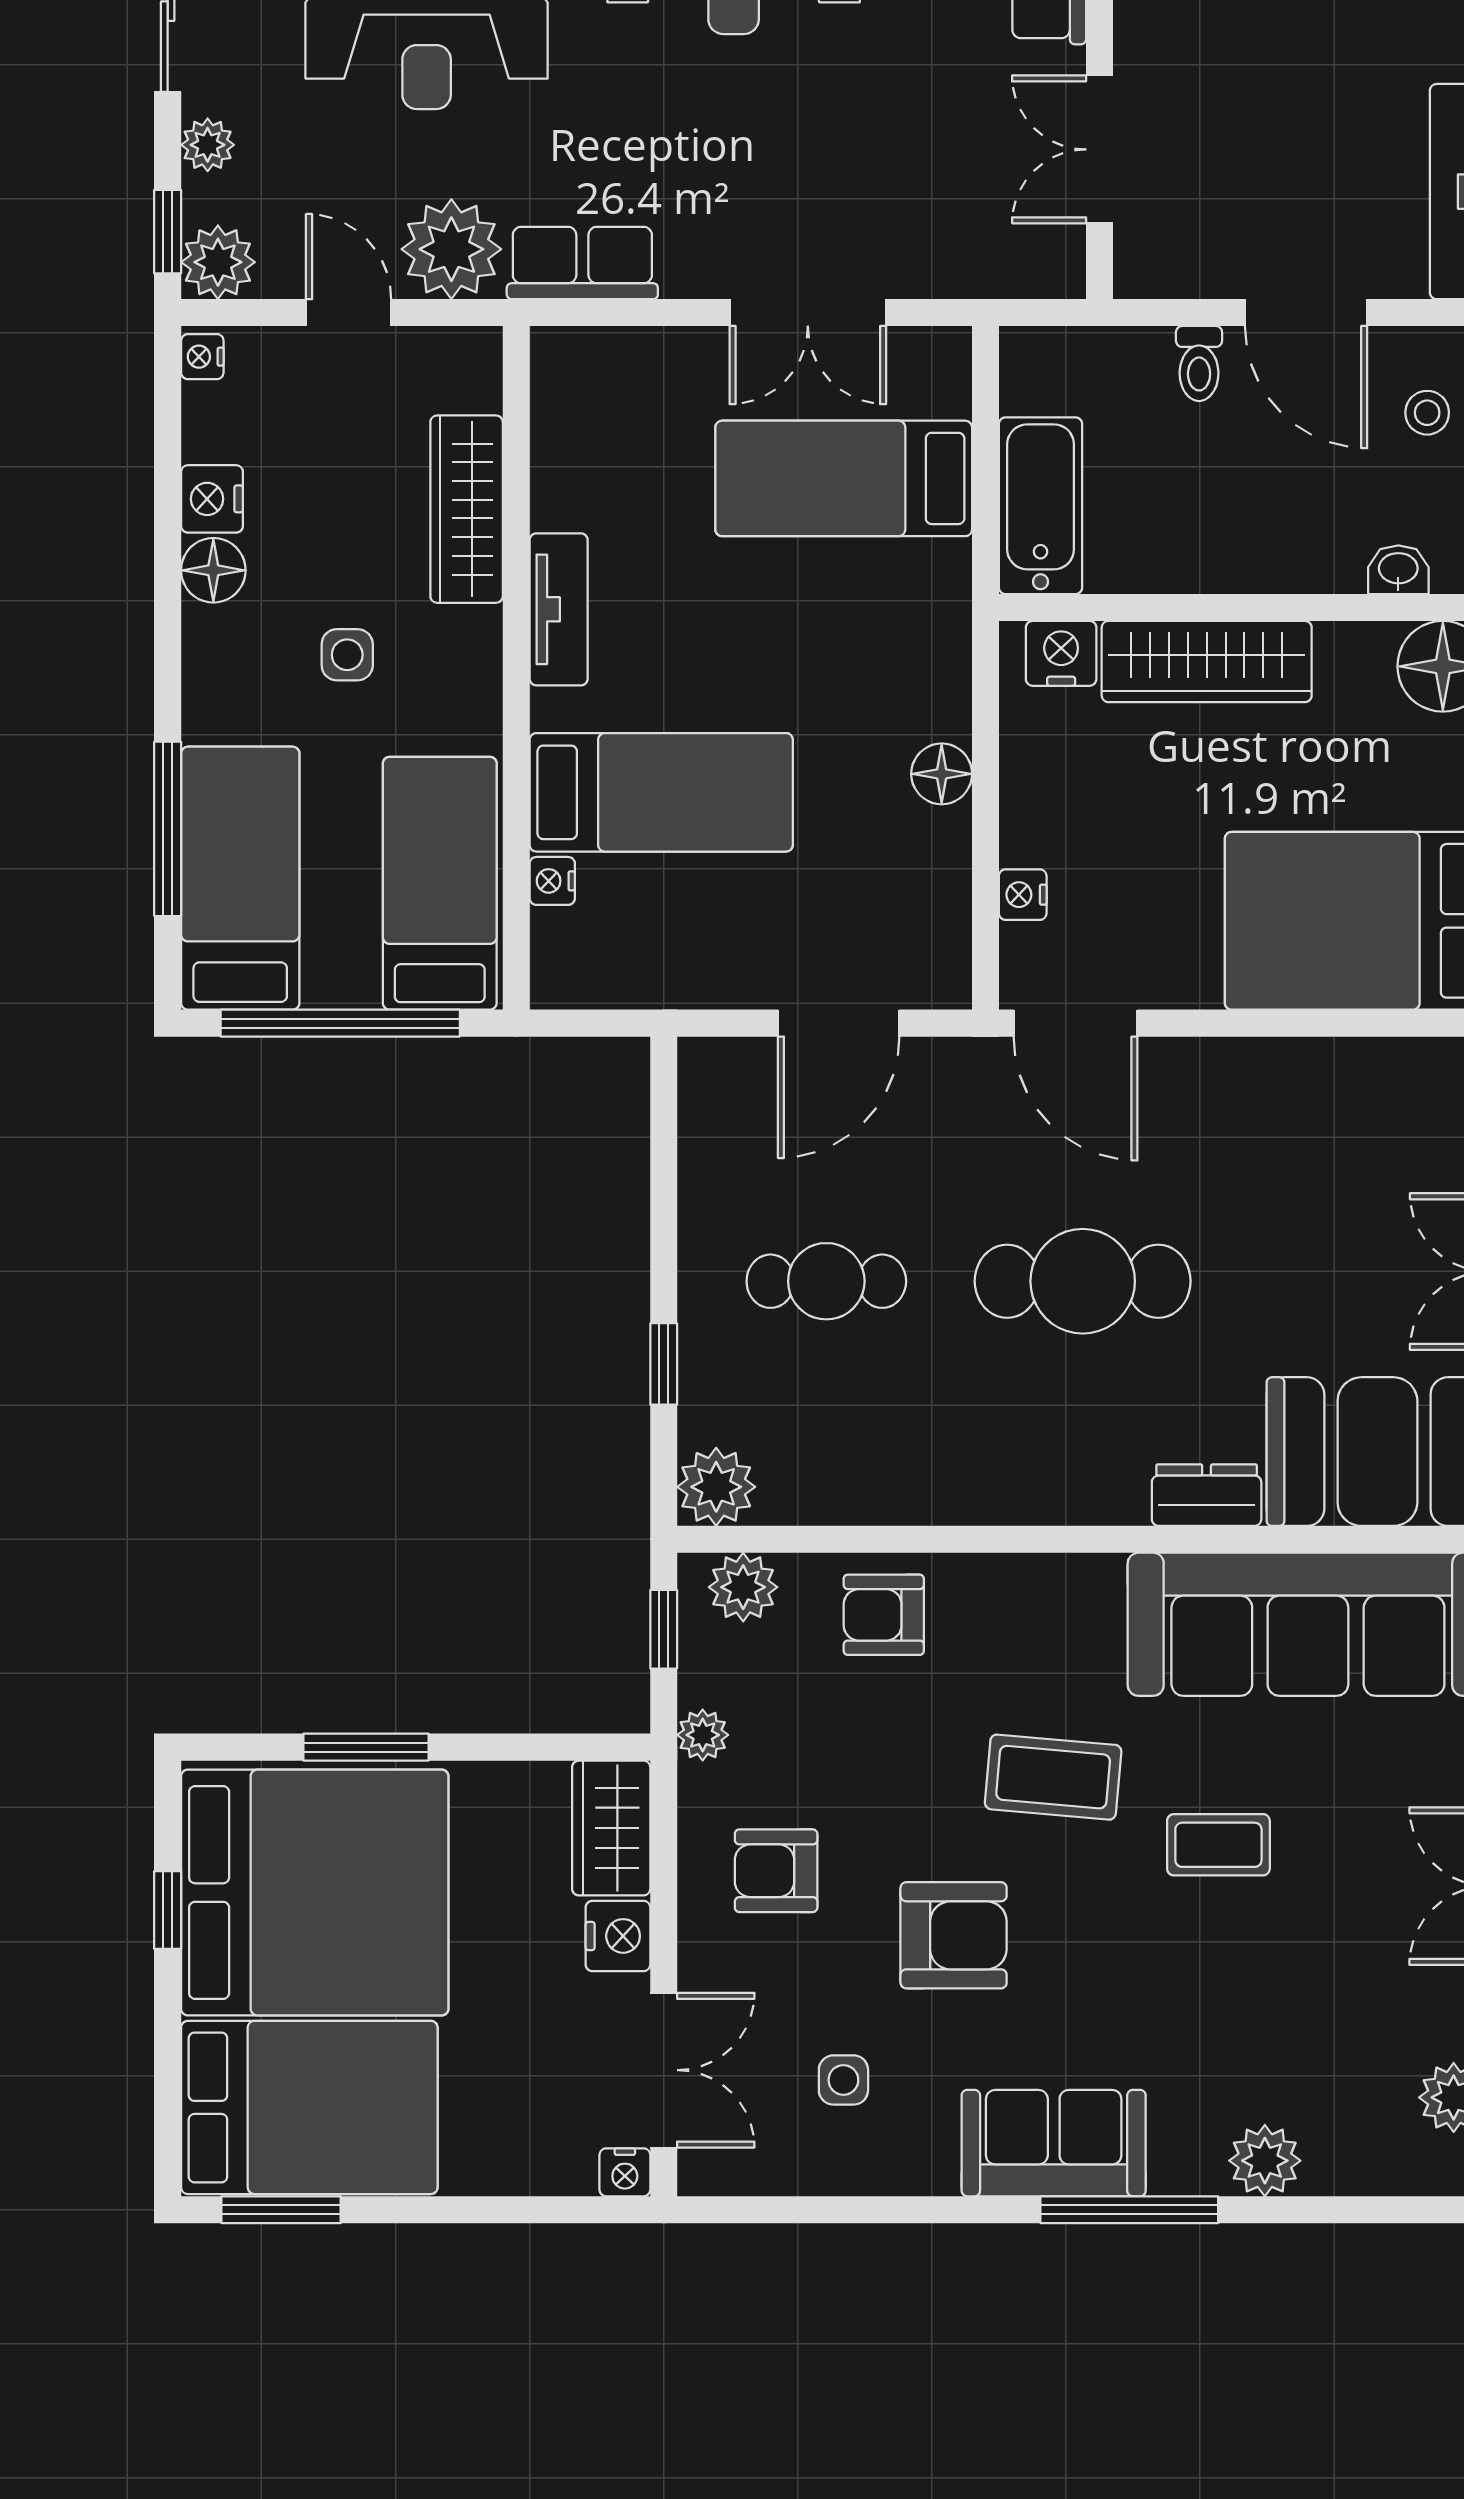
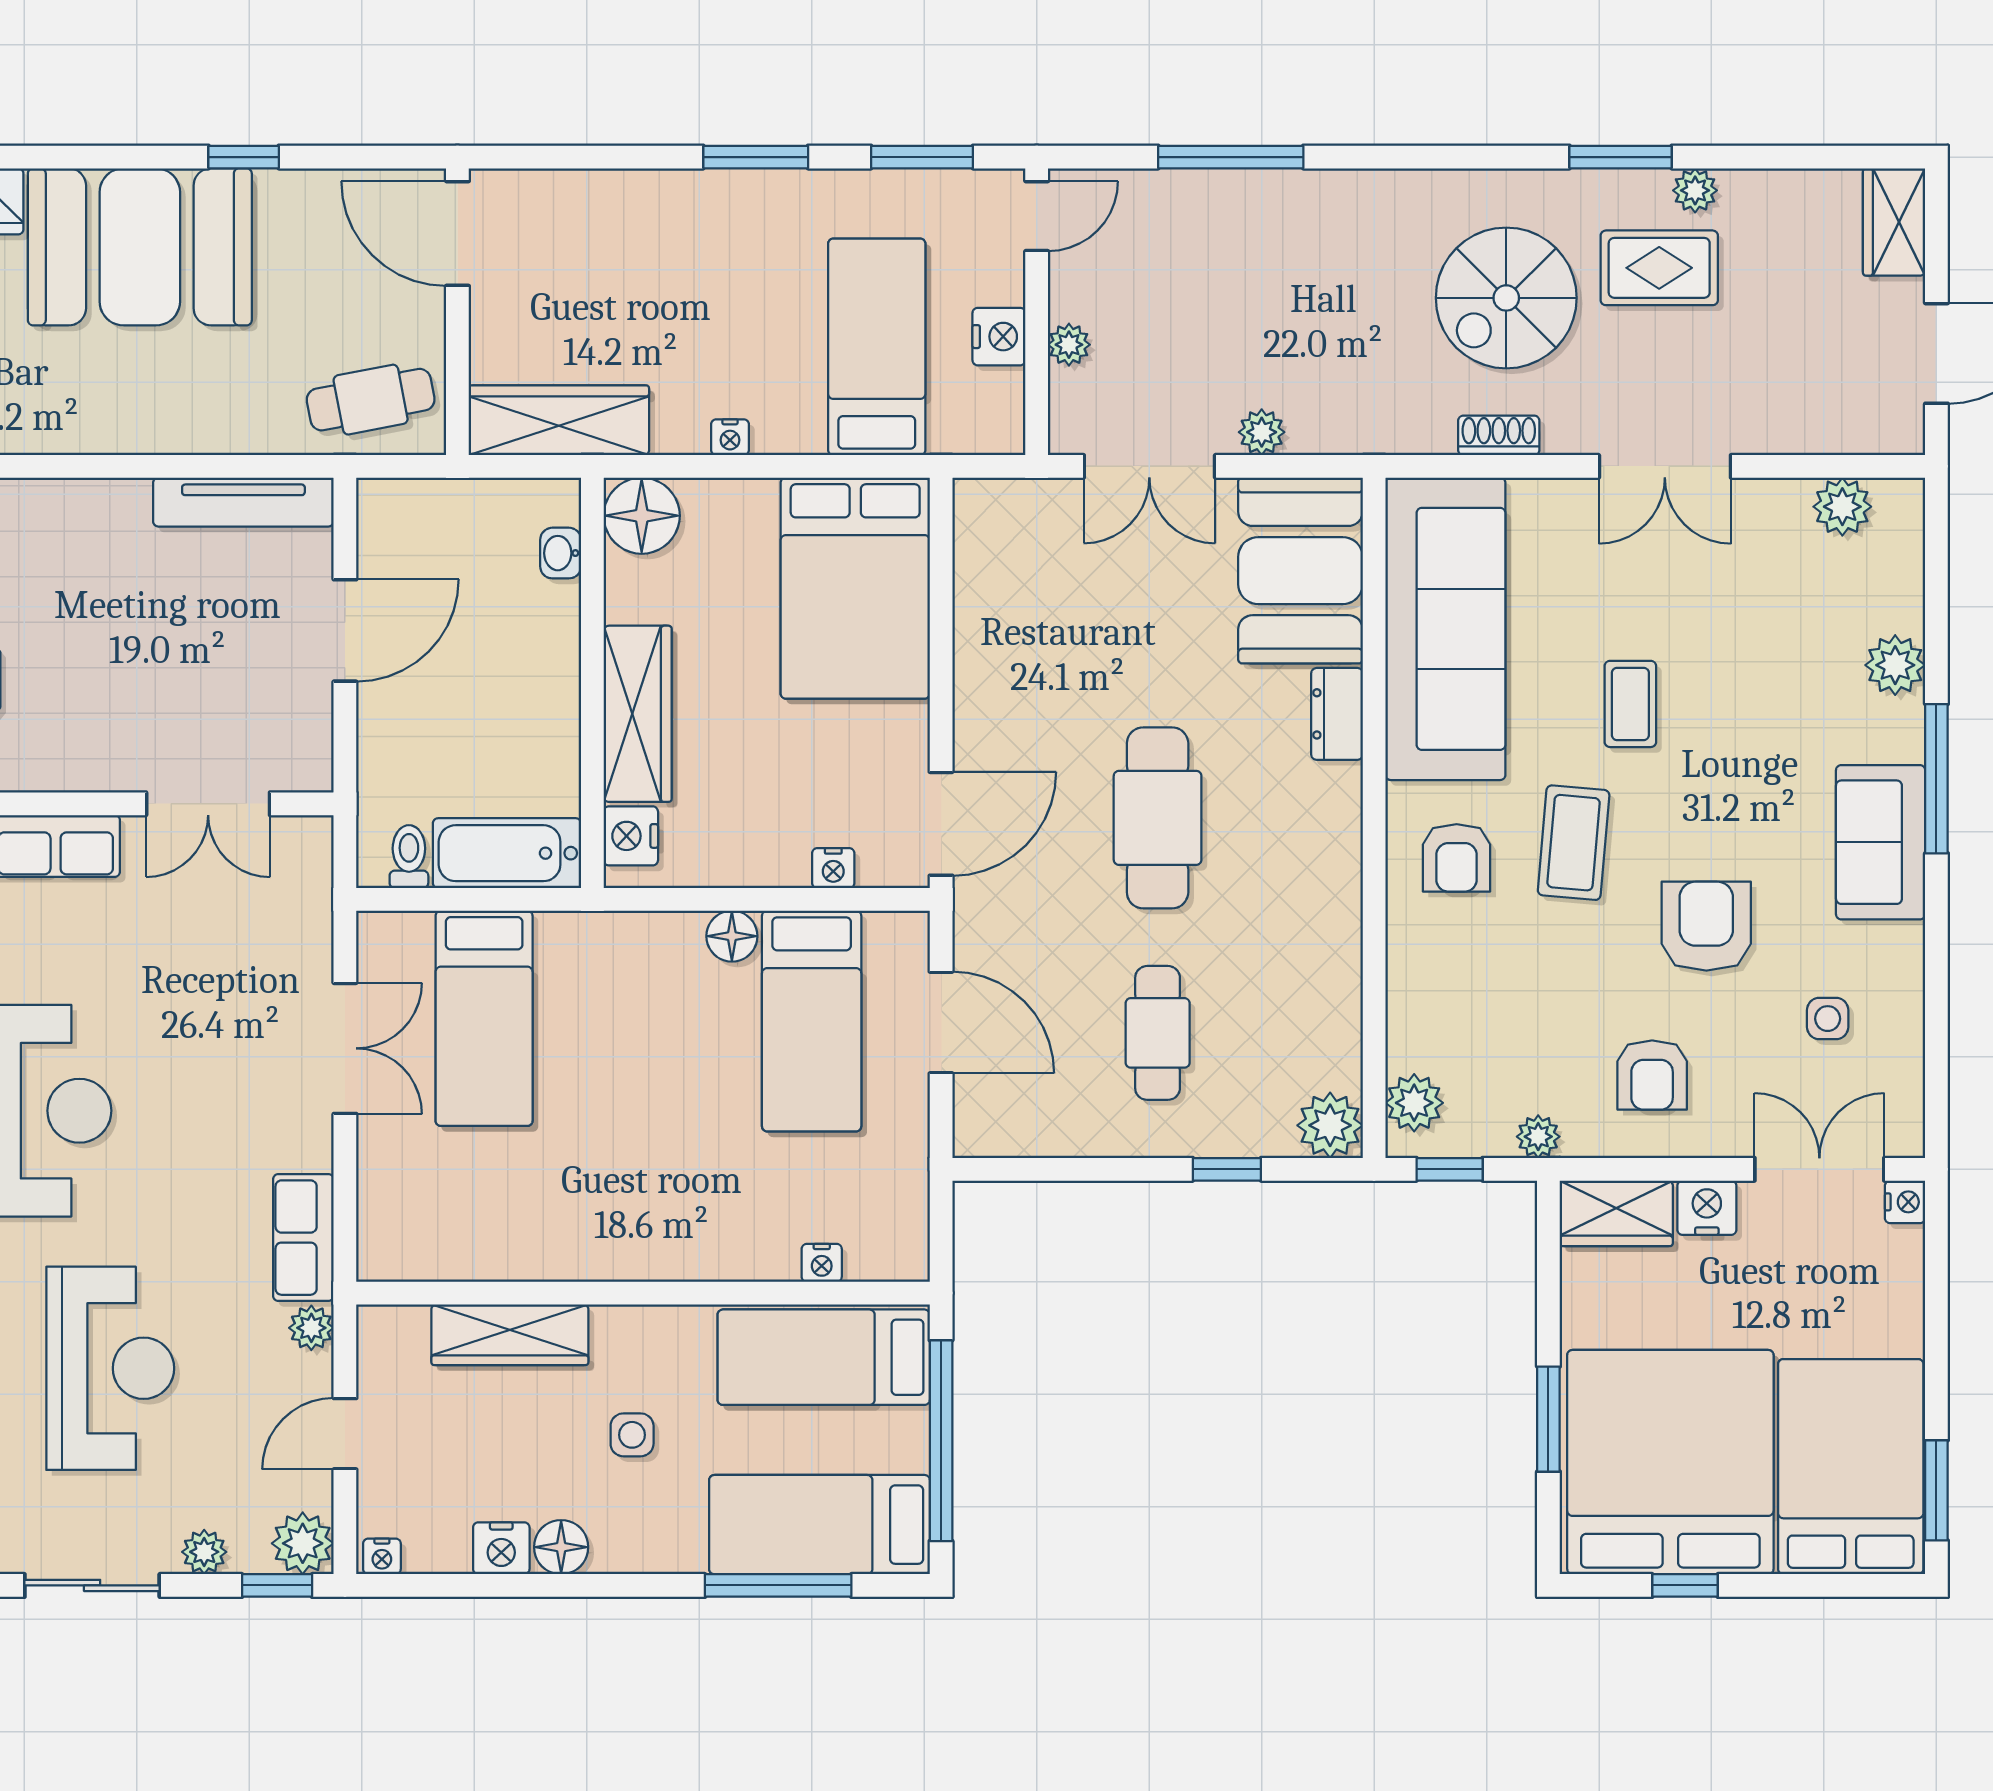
plant: (451, 249) -> (311, 1328), width x0.53, depth x0.53
toilet: (1199, 363) -> (409, 857), moved, turned -90
stool: (1427, 413) -> (429, 529), removed
tv unit: (559, 609) -> (594, 1257), removed
bed: (661, 792) -> (812, 1021), moved, turned 180
armchair: (884, 1615) -> (1457, 858), moved

